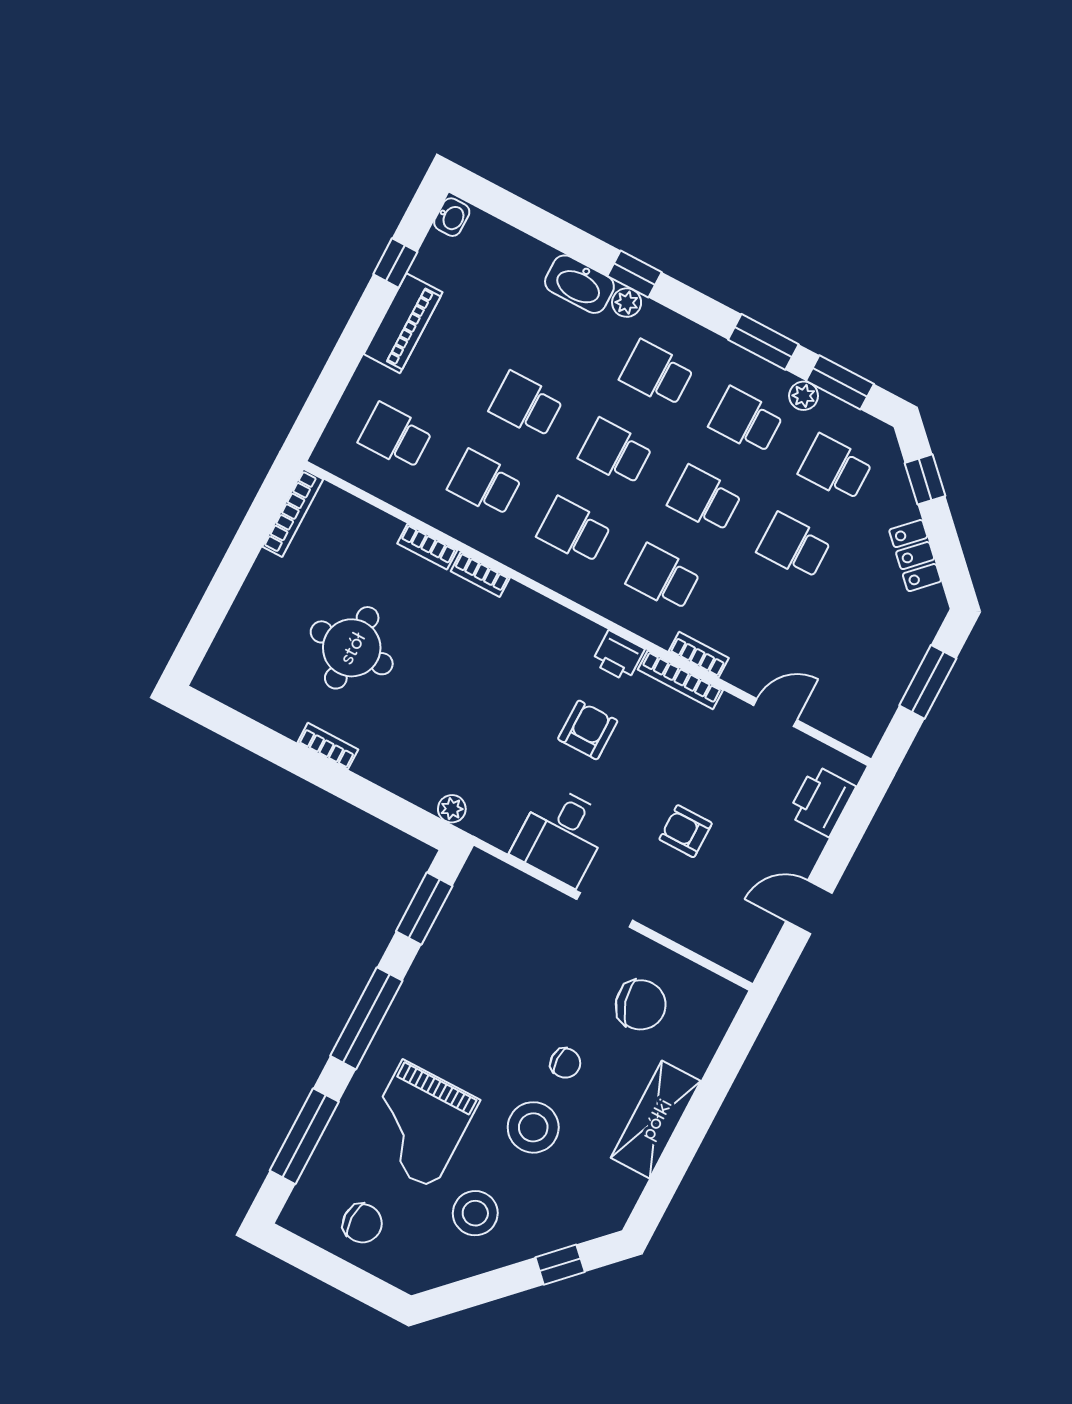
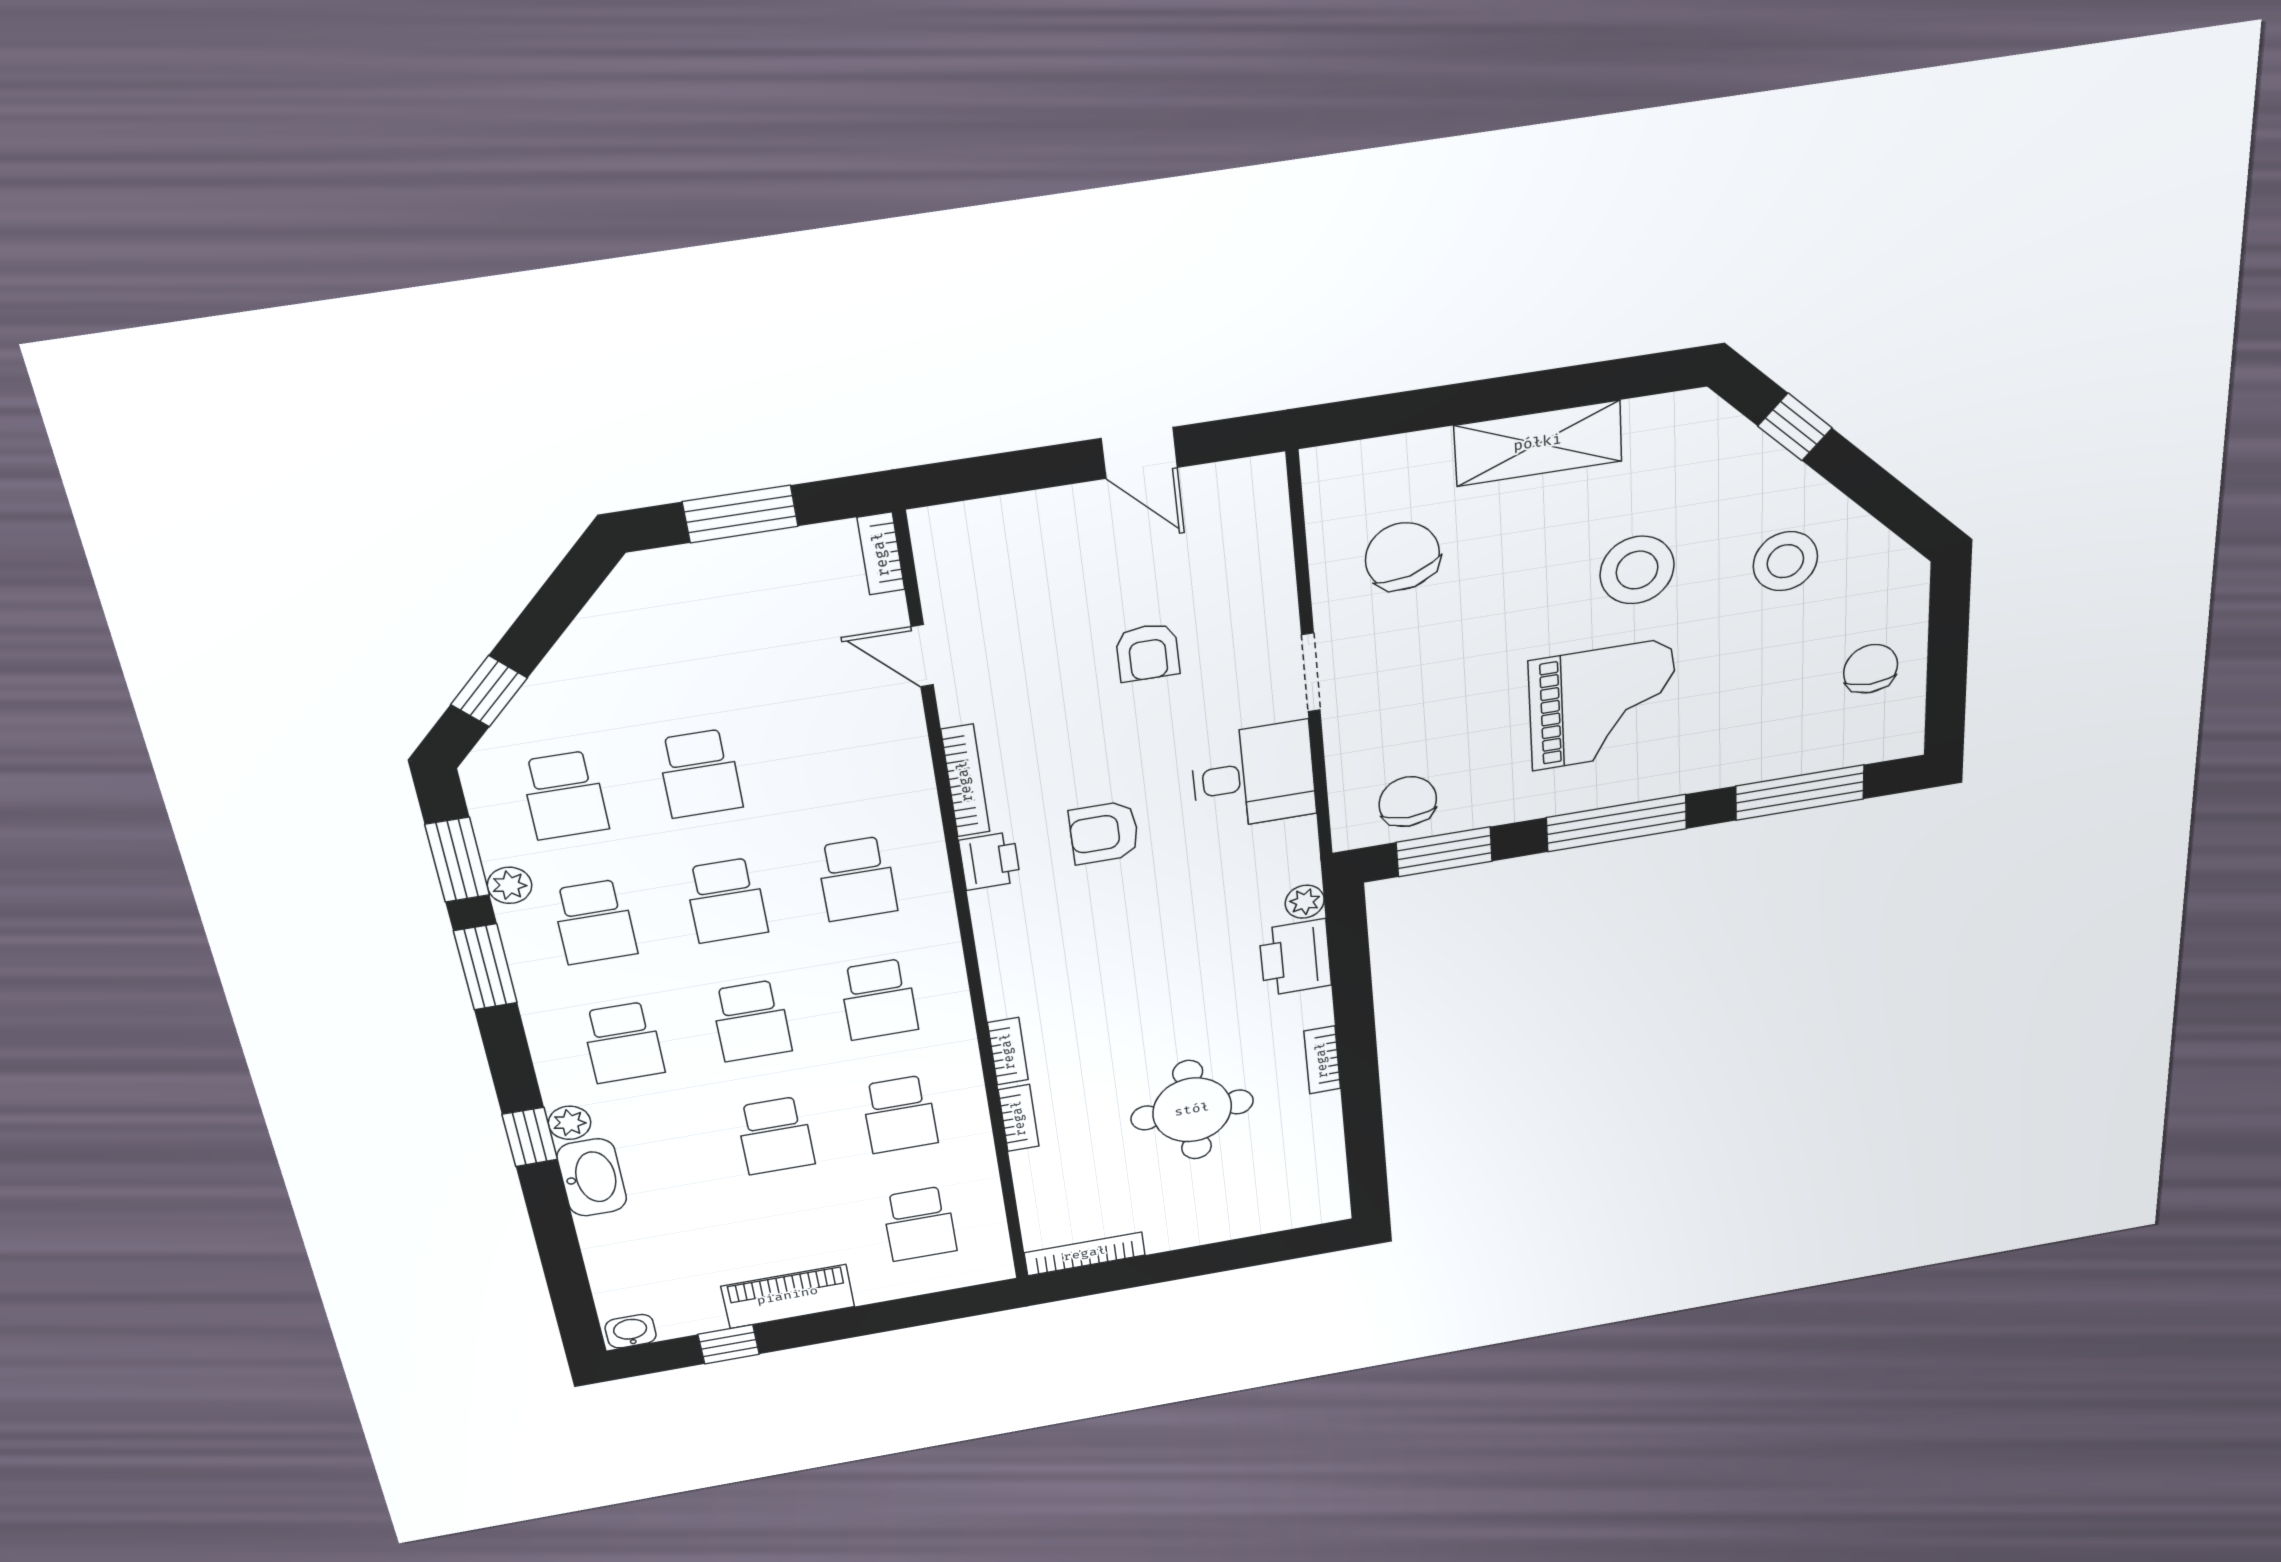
locker: (915, 556) -> (594, 637), removed
bookcase: (699, 655) -> (881, 554), moved
printer: (822, 801) -> (1295, 957), moved, turned 90
chair: (565, 1063) -> (1408, 802), moved, width x1.37, depth x1.37
grand piano: (418, 1124) -> (1603, 705), moved

